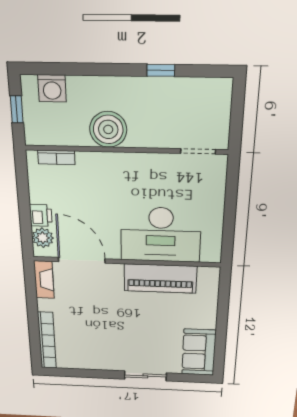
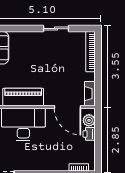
sliding door: (145, 376) -> (56, 29), moved

